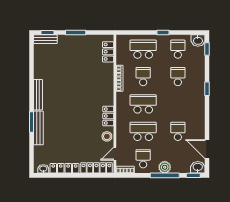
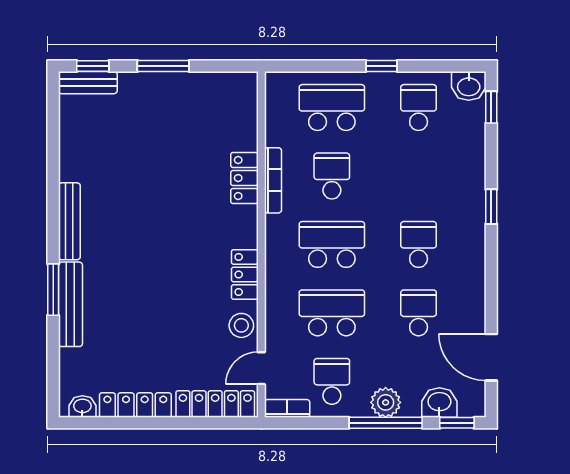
locker: (108, 52) -> (244, 178), moved
school desk: (178, 77) -> (419, 244), moved
washbasin: (198, 167) -> (439, 403), moved

